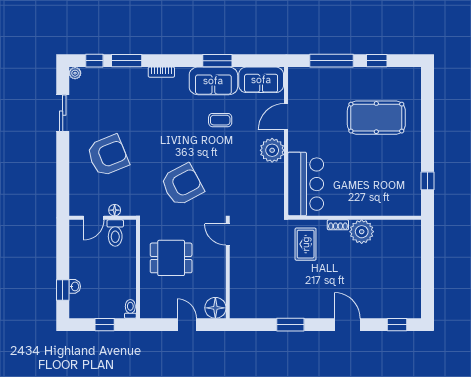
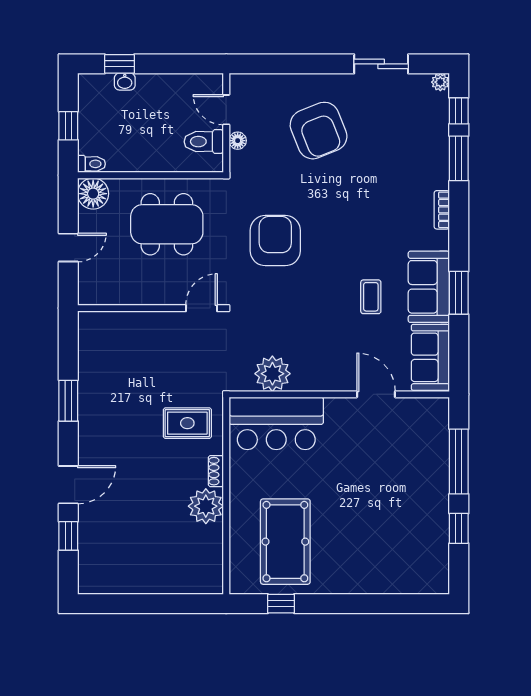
pool table: (376, 118) -> (285, 542), moved
plant: (272, 150) -> (272, 374), moved
armchair: (182, 185) -> (275, 241), turned -152
dining table: (171, 258) -> (167, 224), width x1.38
floor lamp: (215, 308) -> (93, 194), moved
window: (397, 325) -> (68, 536), moved

